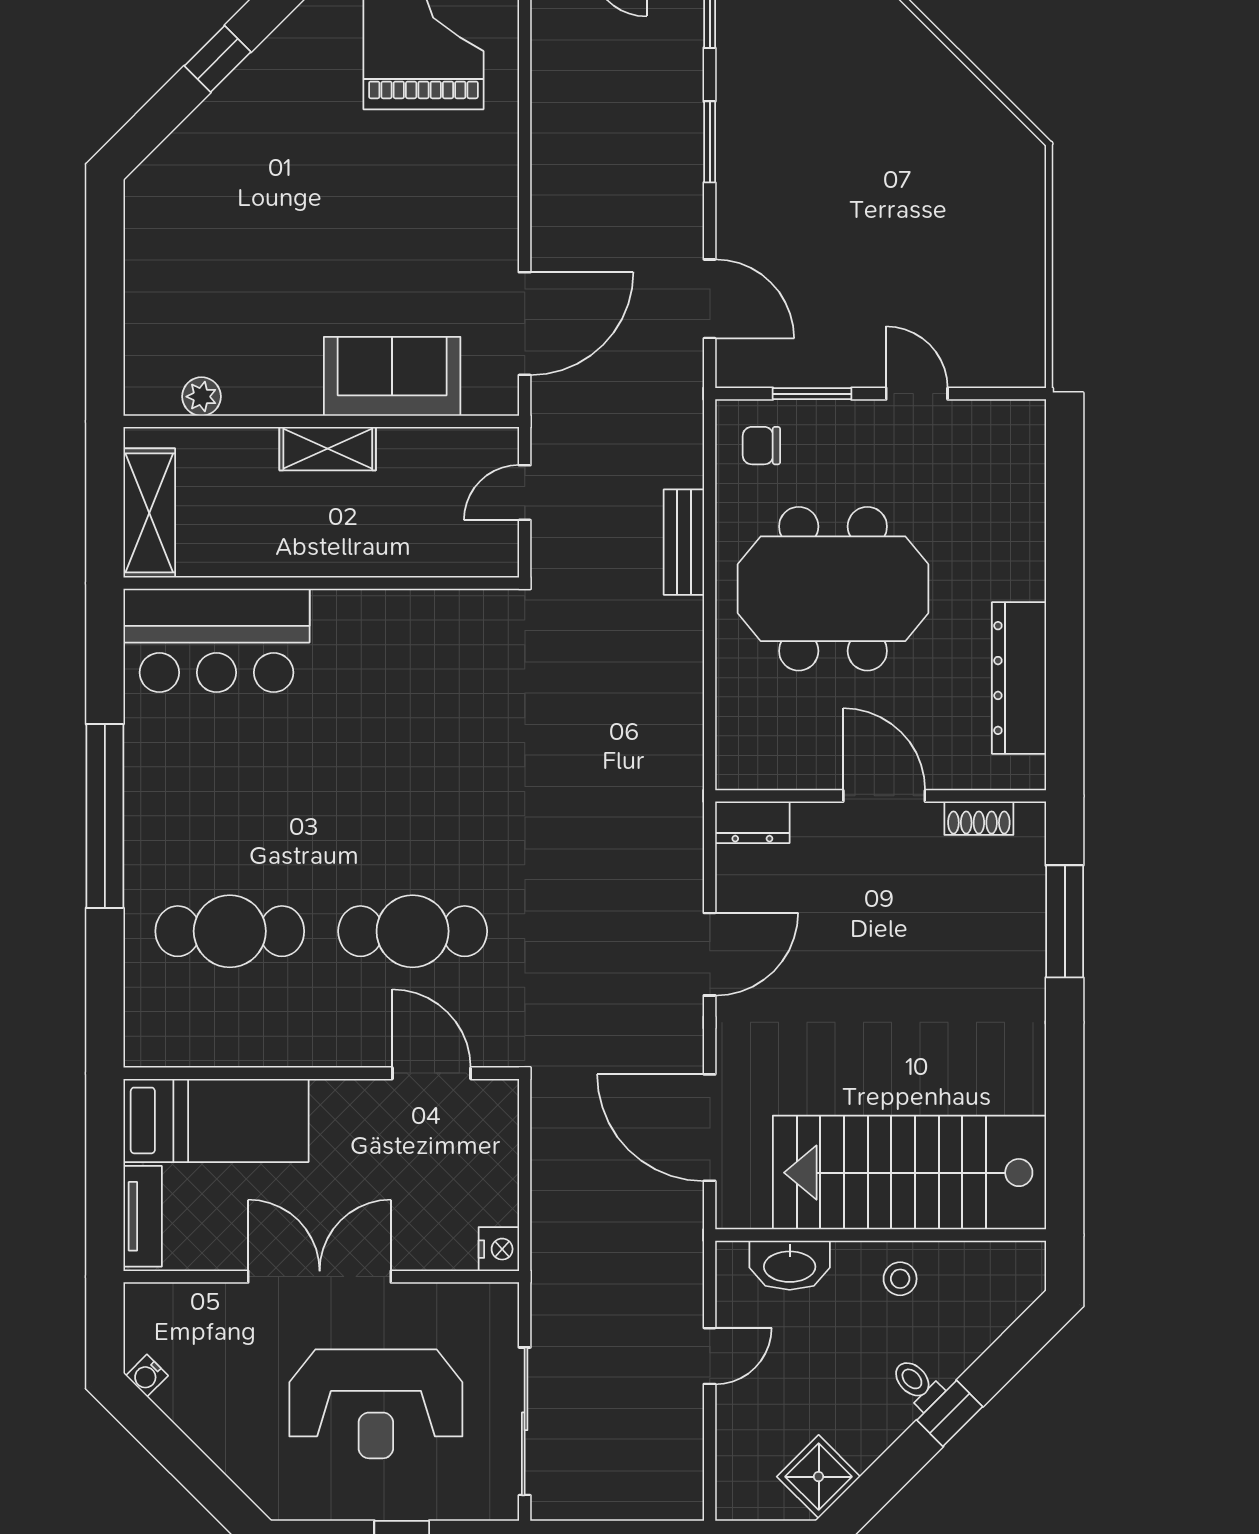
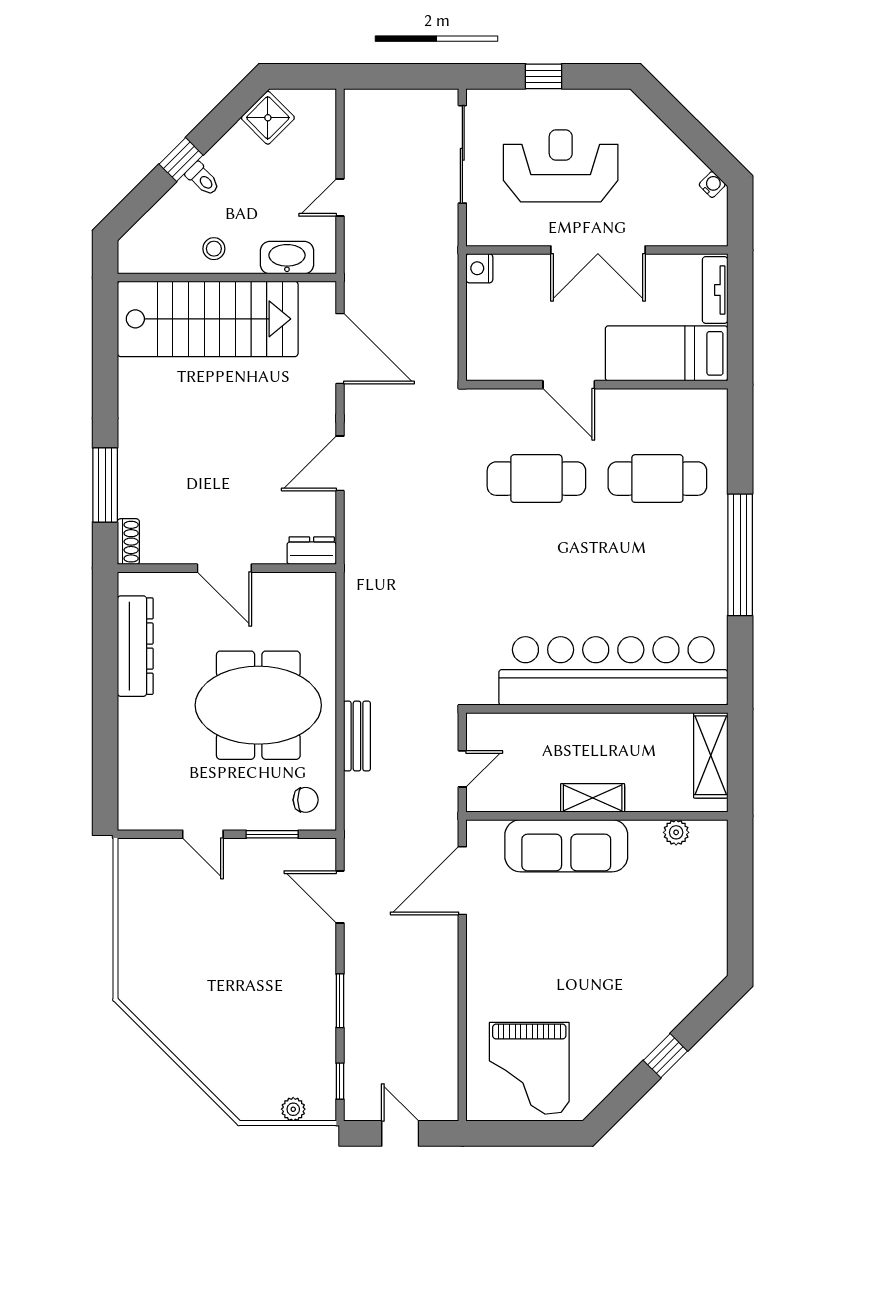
sofa: (392, 376) -> (566, 846), width x1.36
bar counter: (216, 640) -> (613, 671), width x1.86
shoe rack: (979, 818) -> (128, 542), moved, turned 90
door: (431, 1073) -> (569, 385), moved

